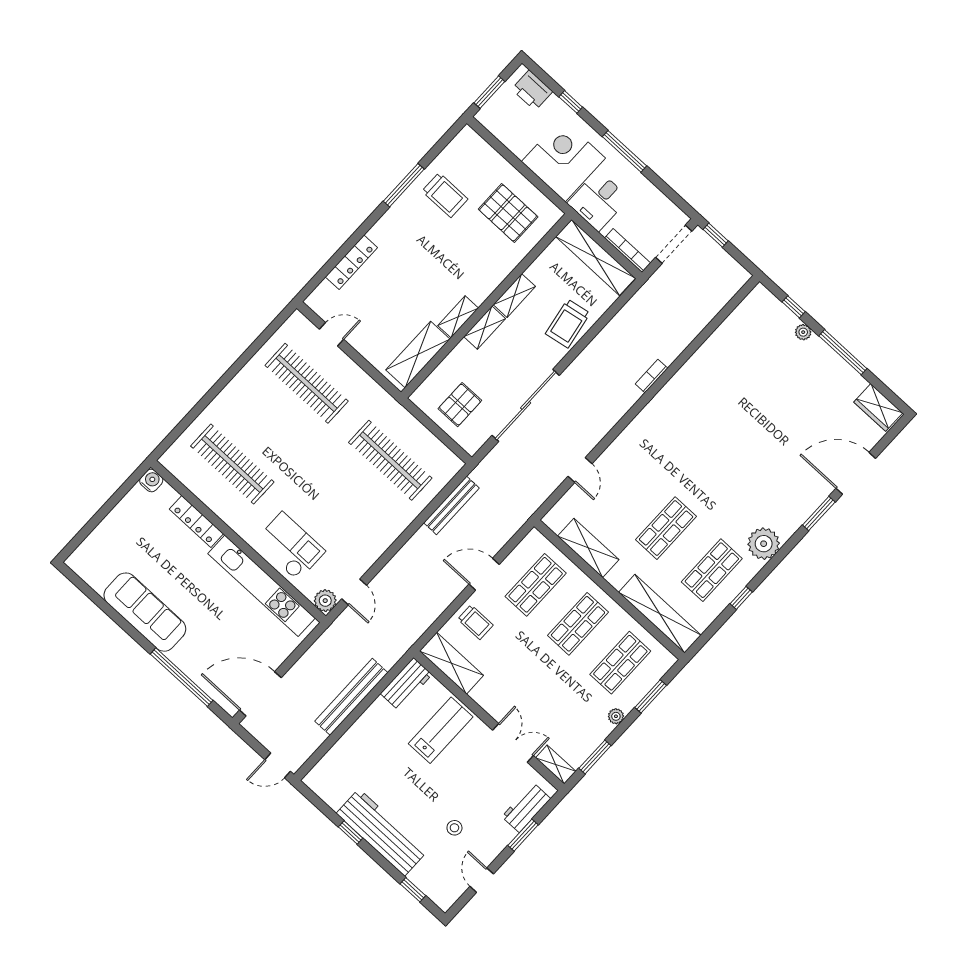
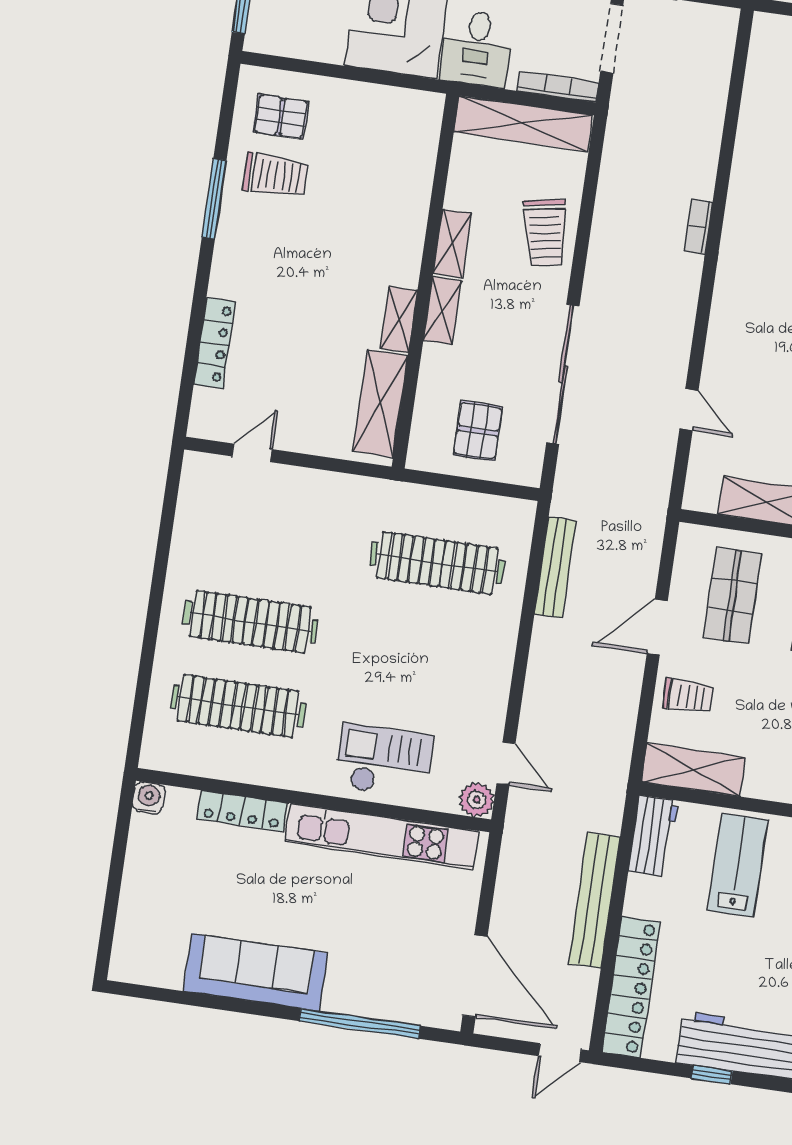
pallet: (508, 213) -> (281, 117), moved, width x0.67, depth x0.71
clothes rail: (307, 383) -> (250, 622), moved
door: (260, 694) -> (475, 976), swing flipped
locker: (339, 756) -> (631, 987), added

